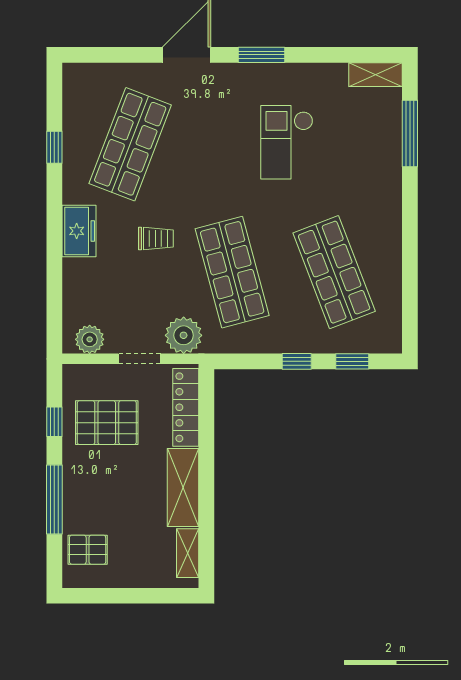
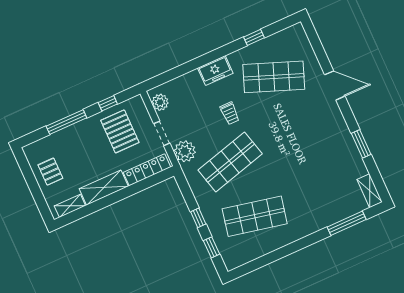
window: (261, 55) -> (361, 144), moved
checkout: (287, 142) -> (312, 160), removed
shop shelf: (334, 272) -> (255, 216), turned 33
pallet: (88, 550) -> (50, 172), moved

